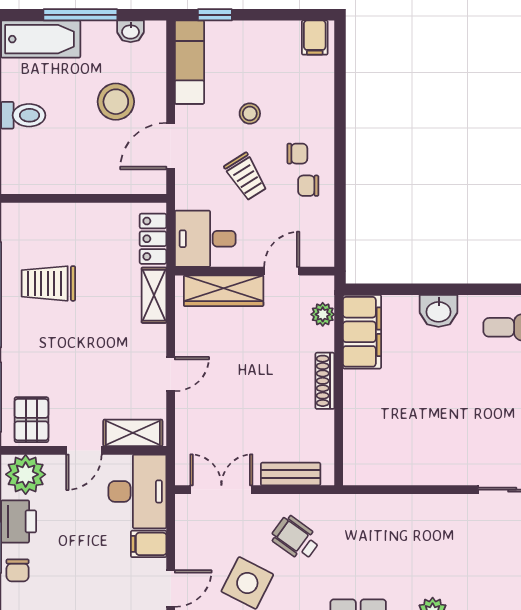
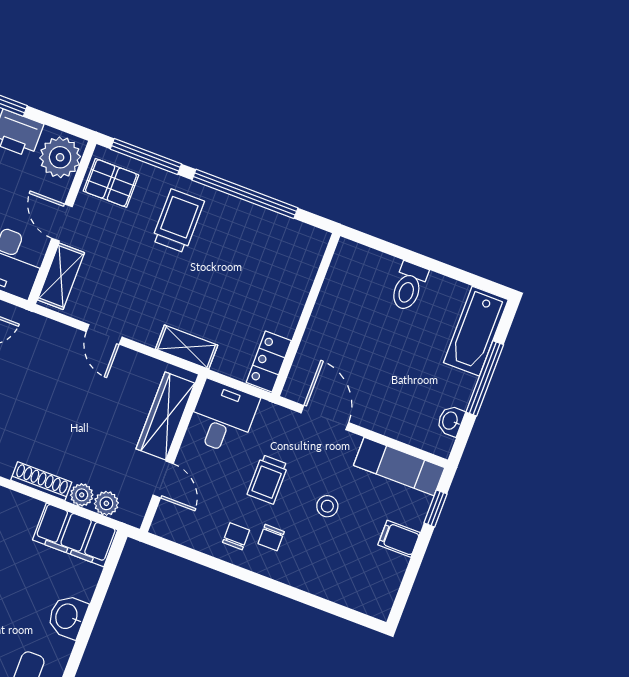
filing cabinet: (315, 38) -> (399, 539), moved
stool: (116, 102) -> (388, 381), removed
trolley: (246, 177) -> (268, 479), turned -58
locker: (153, 239) -> (269, 361), moved, turned -90
trolley: (48, 283) -> (178, 221), moved
plant: (324, 340) -> (82, 495), added

